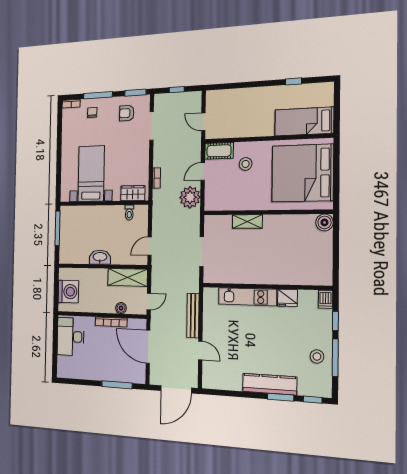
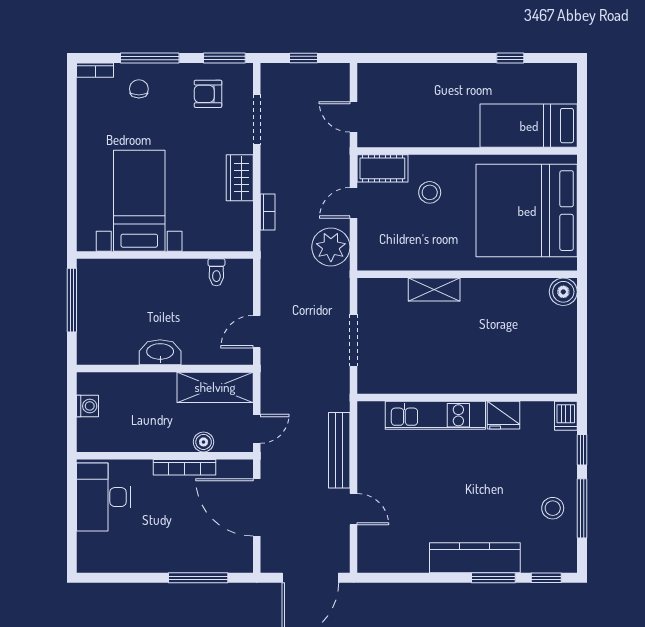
wardrobe: (133, 193) -> (240, 178), moved, turned -90
washing machine: (68, 292) -> (88, 406), width x0.53, depth x0.53

